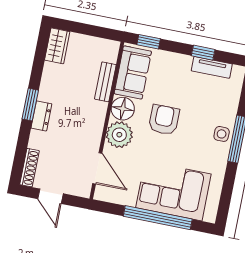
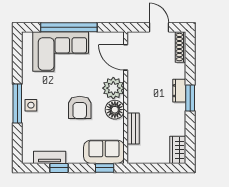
sofa: (133, 72) -> (104, 152), moved, turned 90

